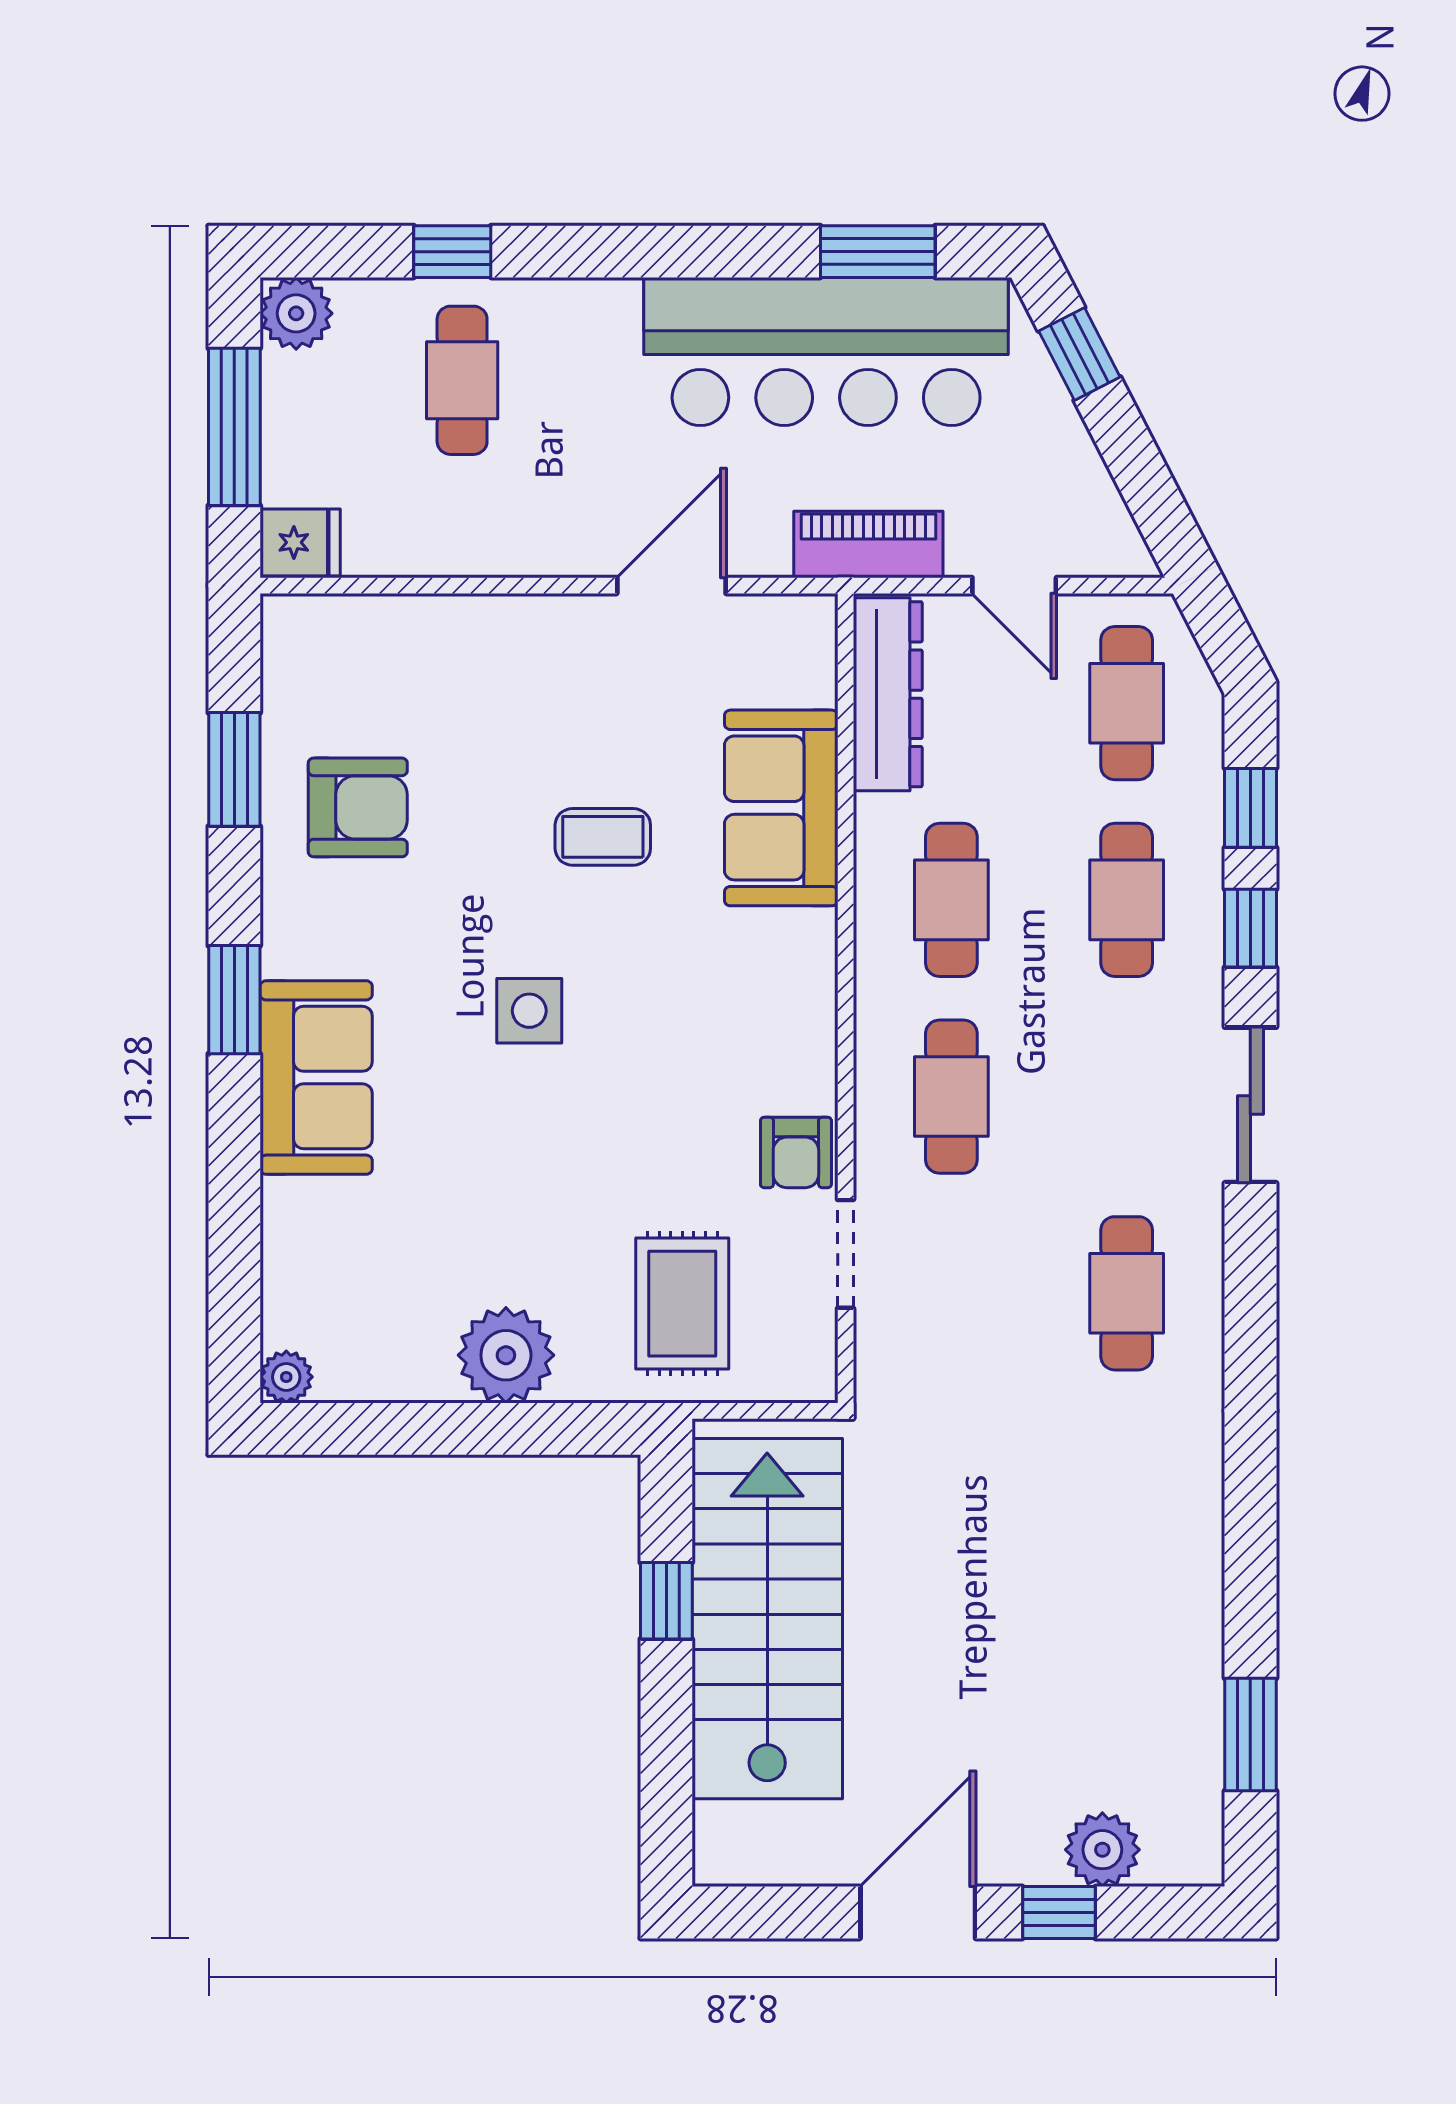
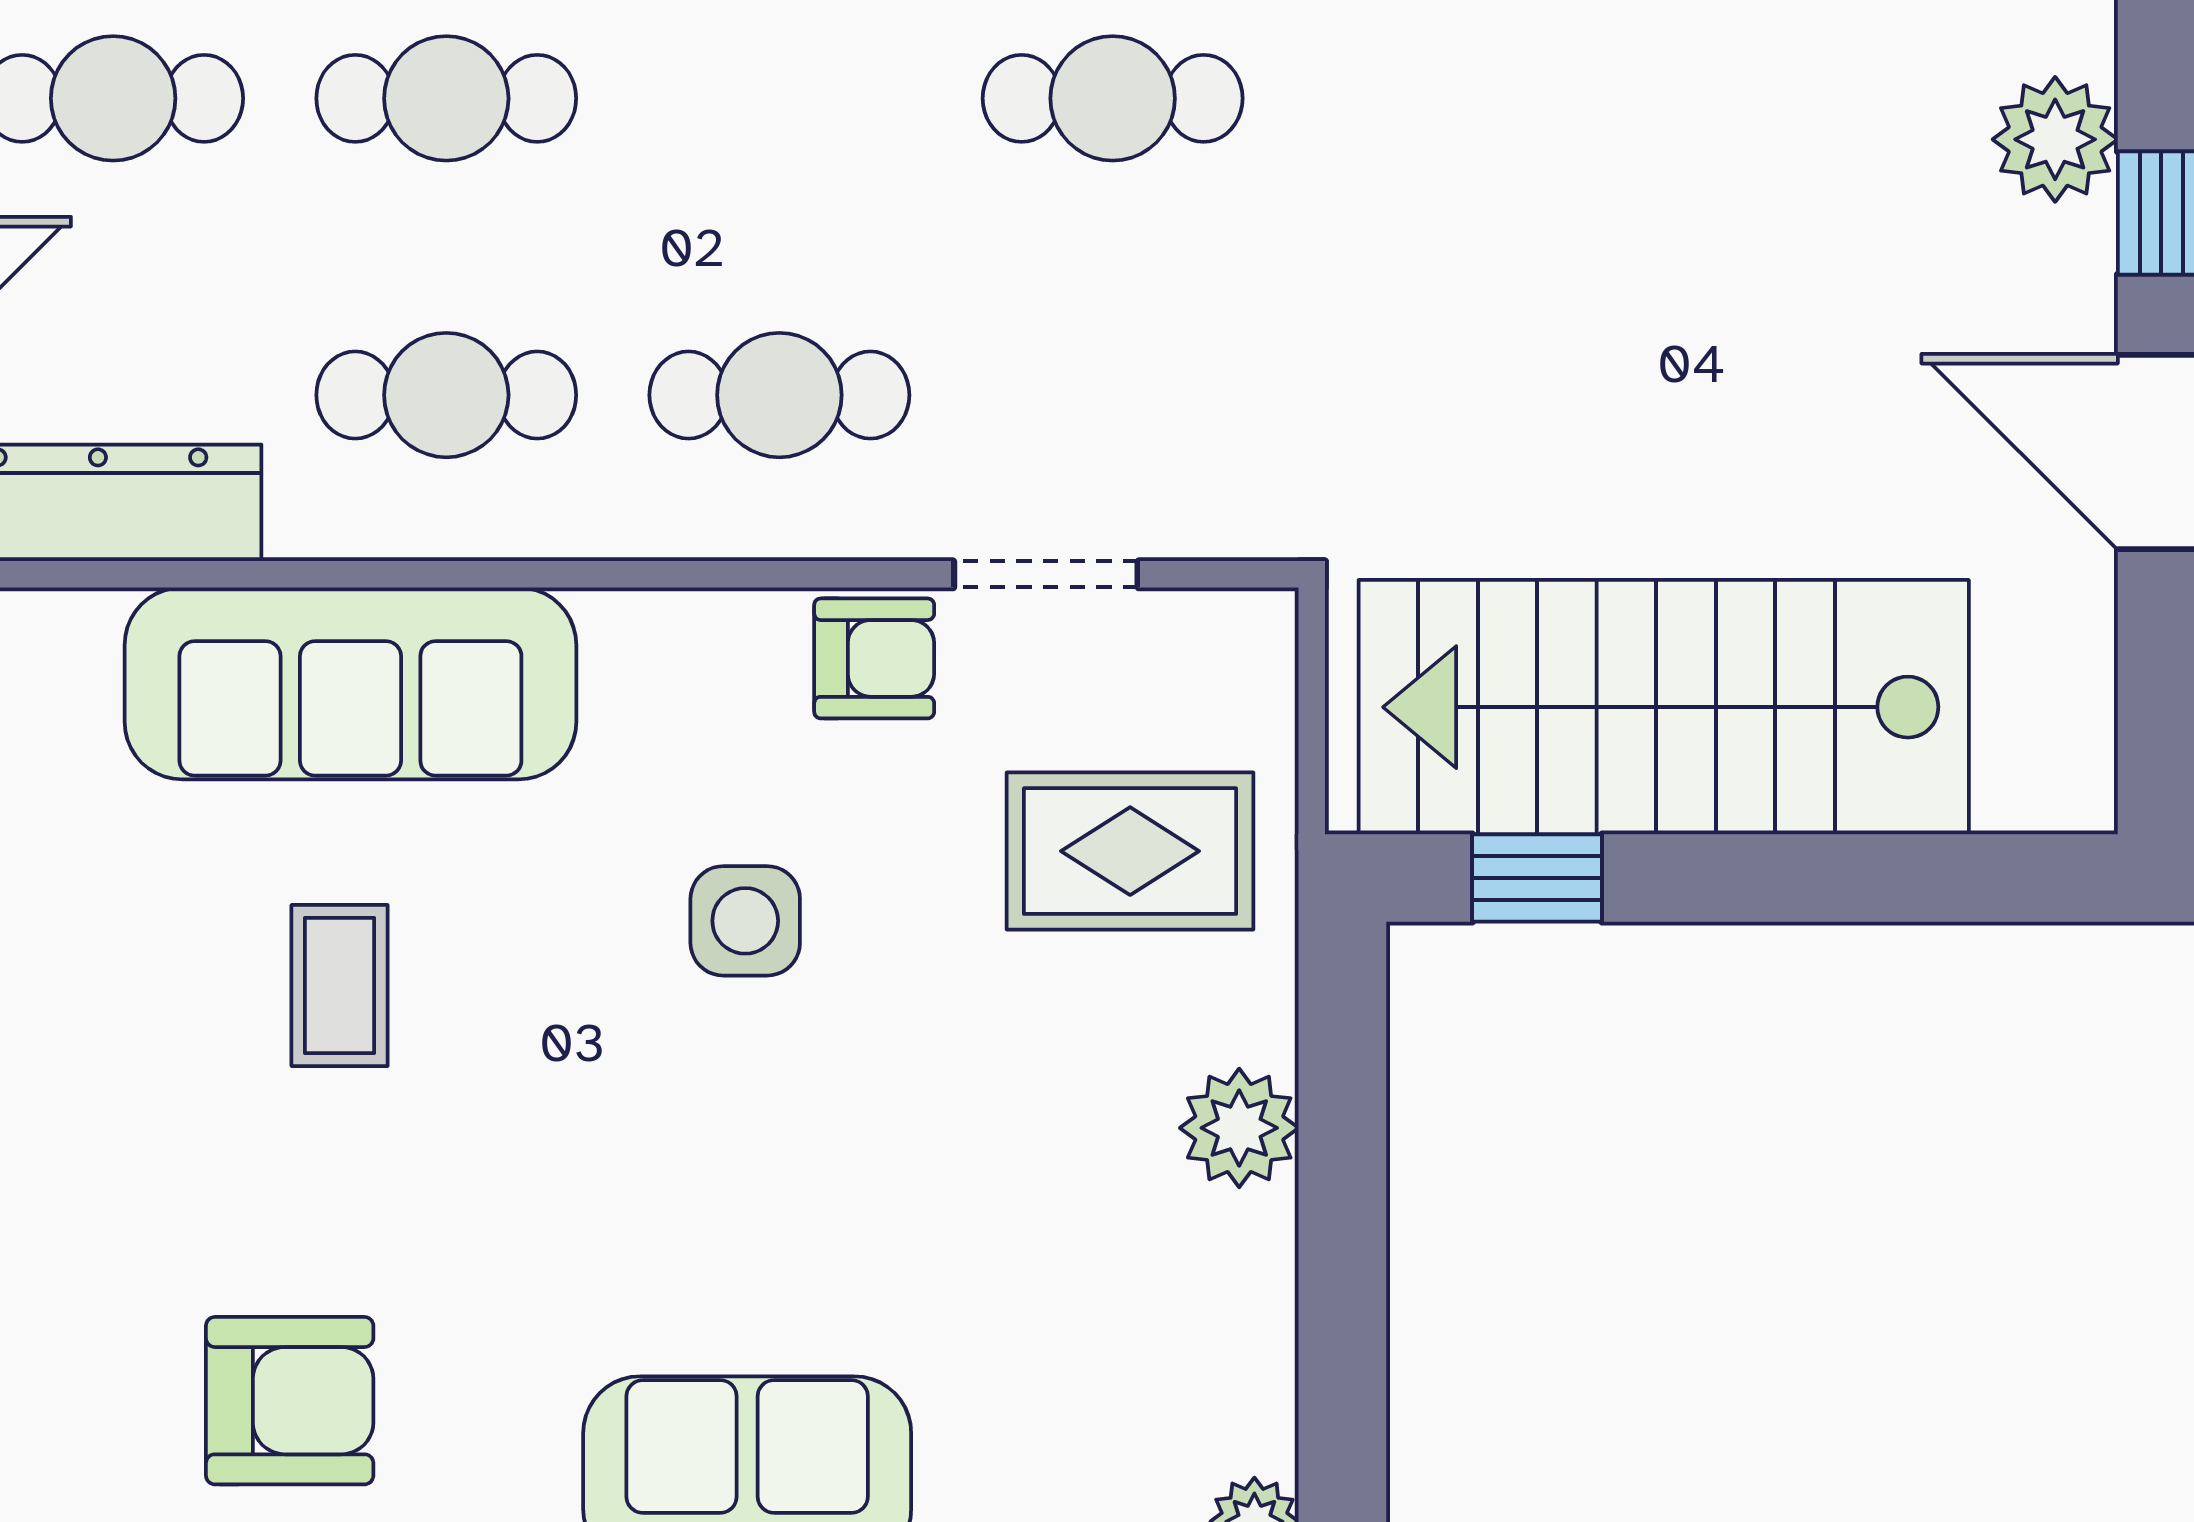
armchair: (358, 807) -> (290, 1401), turned 90
sofa: (781, 808) -> (350, 683), width x1.36
side table: (529, 1011) -> (745, 921), moved
plant: (506, 1355) -> (1239, 1128), width x0.73, depth x0.73
window: (666, 1601) -> (1537, 878), moved

